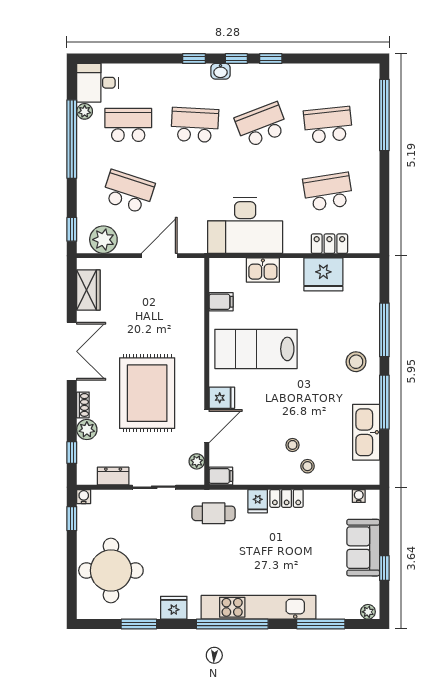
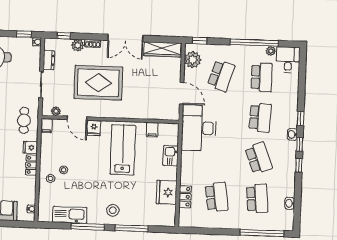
washbasin: (334, 71) -> (290, 203), added
desk: (245, 225) -> (199, 128), moved
wardrobe: (88, 290) -> (162, 49), width x1.50

